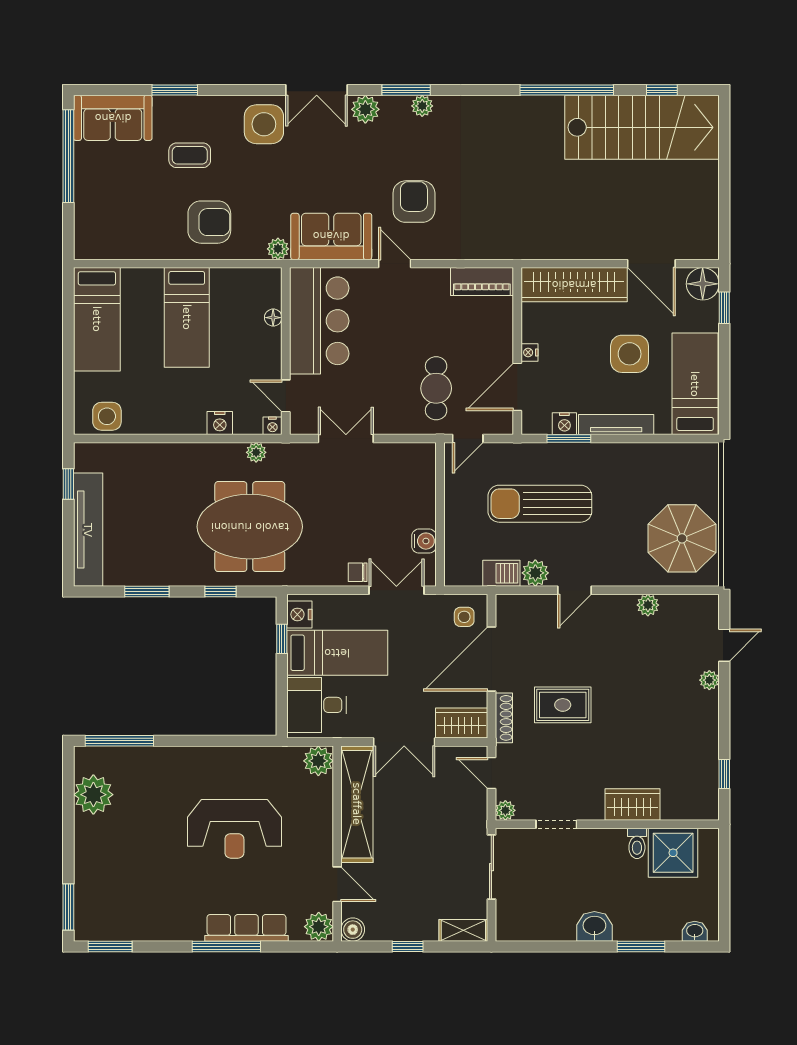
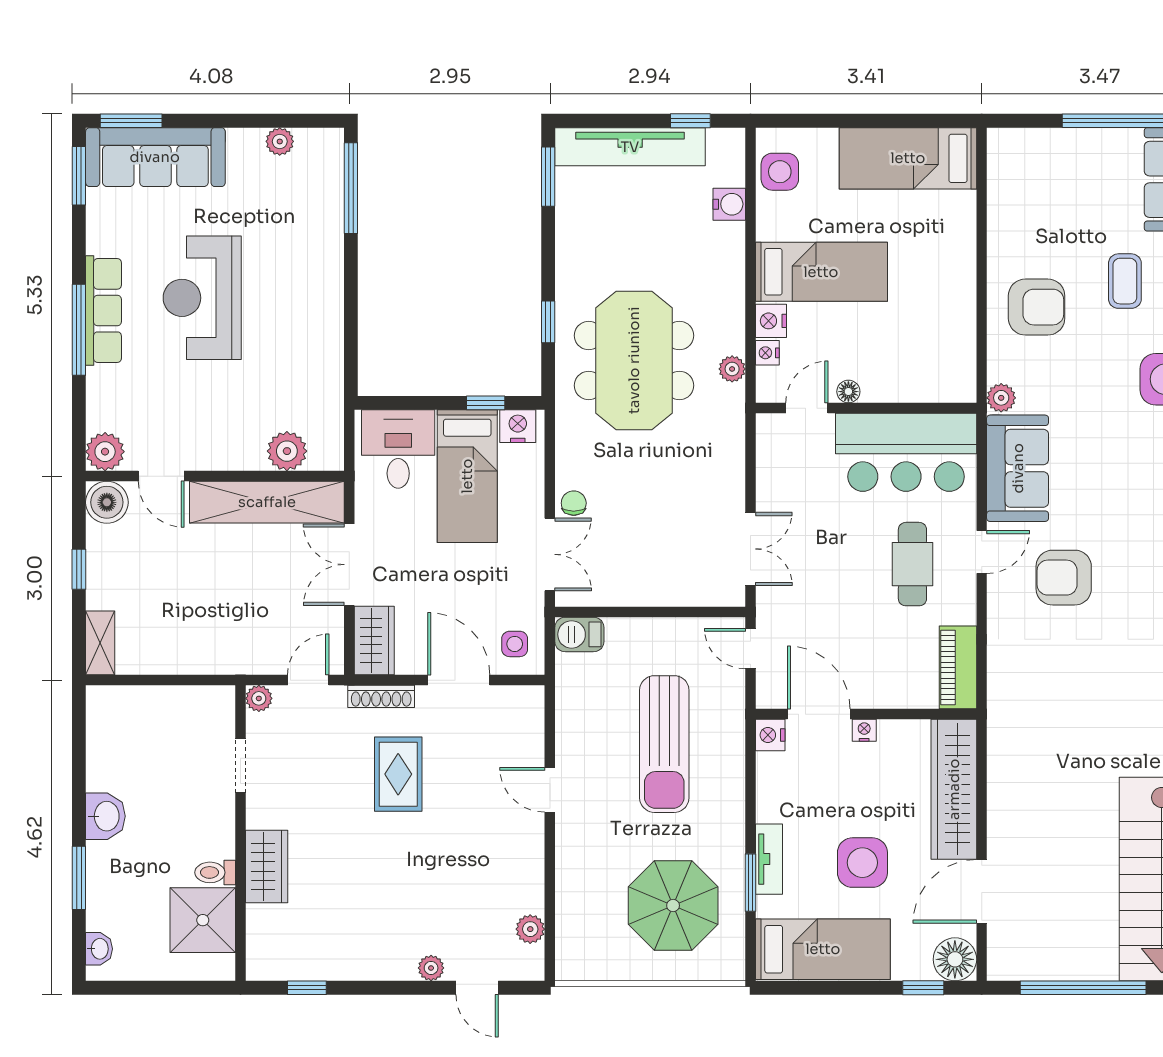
window: (724, 187) -> (1083, 988), added
armchair: (414, 202) -> (1064, 578), turned 180
armchair: (209, 222) -> (1037, 307), turned -90
bed: (187, 317) -> (821, 272), moved, turned 180
floor lamp: (273, 318) -> (848, 392), moved
cafe table: (436, 388) -> (912, 564), moved, turned 90
nightstand: (564, 424) -> (770, 735), moved
tv unit: (616, 424) -> (769, 859), width x0.71
nightstand: (272, 426) -> (767, 353), moved
double door: (346, 439) -> (750, 549), moved
window: (569, 439) -> (750, 883), moved
sun lounger: (540, 504) -> (664, 744), turned 180
parasol: (682, 538) -> (673, 905), moved
water cooler: (424, 541) -> (729, 204), moved, turned -90
barbecue: (501, 573) -> (579, 634), moved, turned 90
plant: (535, 573) -> (573, 738), removed
window: (147, 592) -> (548, 177), moved
plant: (648, 605) -> (530, 929), moved
door: (491, 659) -> (459, 680), width x0.73
plant: (318, 761) -> (287, 451), moved
plant: (93, 795) -> (280, 141), width x0.53, depth x0.53
reception desk: (234, 829) -> (202, 298), moved
sliding door: (491, 867) -> (184, 680), removed
door: (337, 884) -> (161, 476), hinge flipped
sofa: (96, 889) -> (155, 157), added
row of seats: (246, 928) -> (104, 311), moved
boiler: (353, 930) -> (107, 502), width x1.36, depth x1.36

